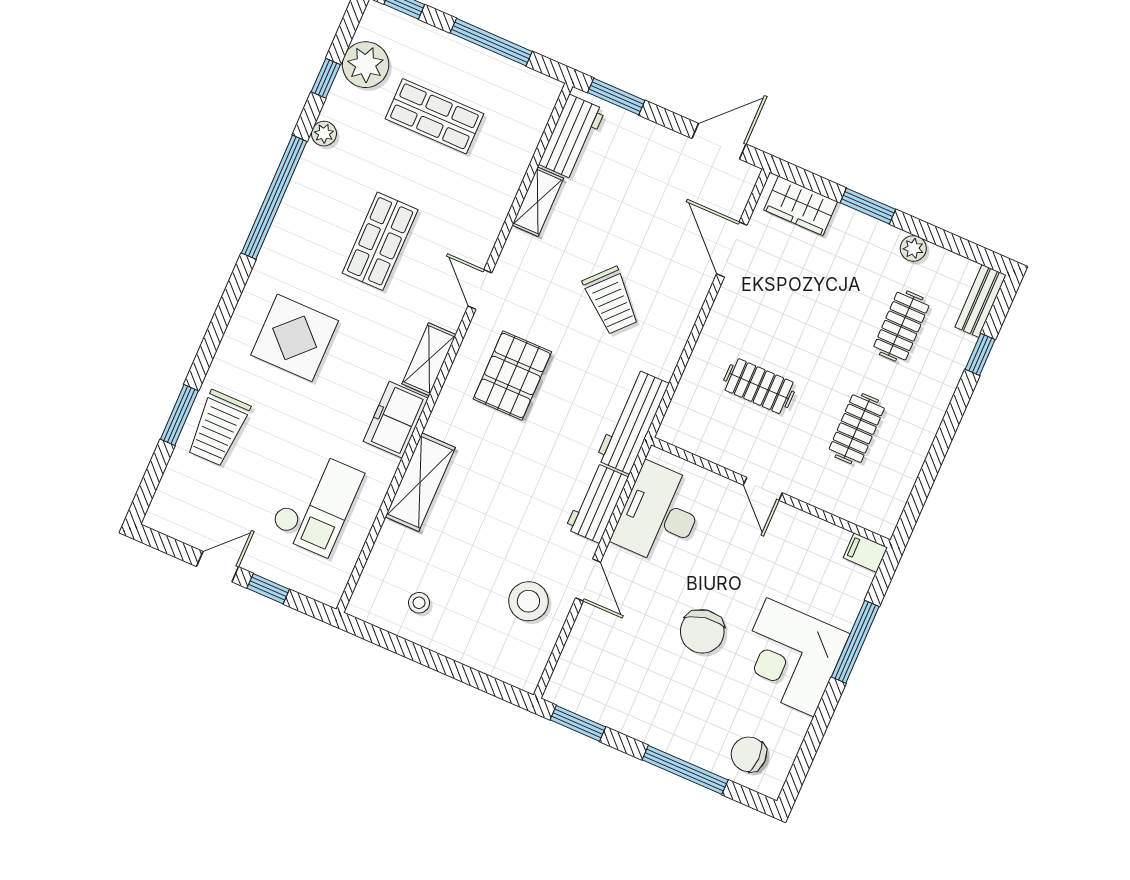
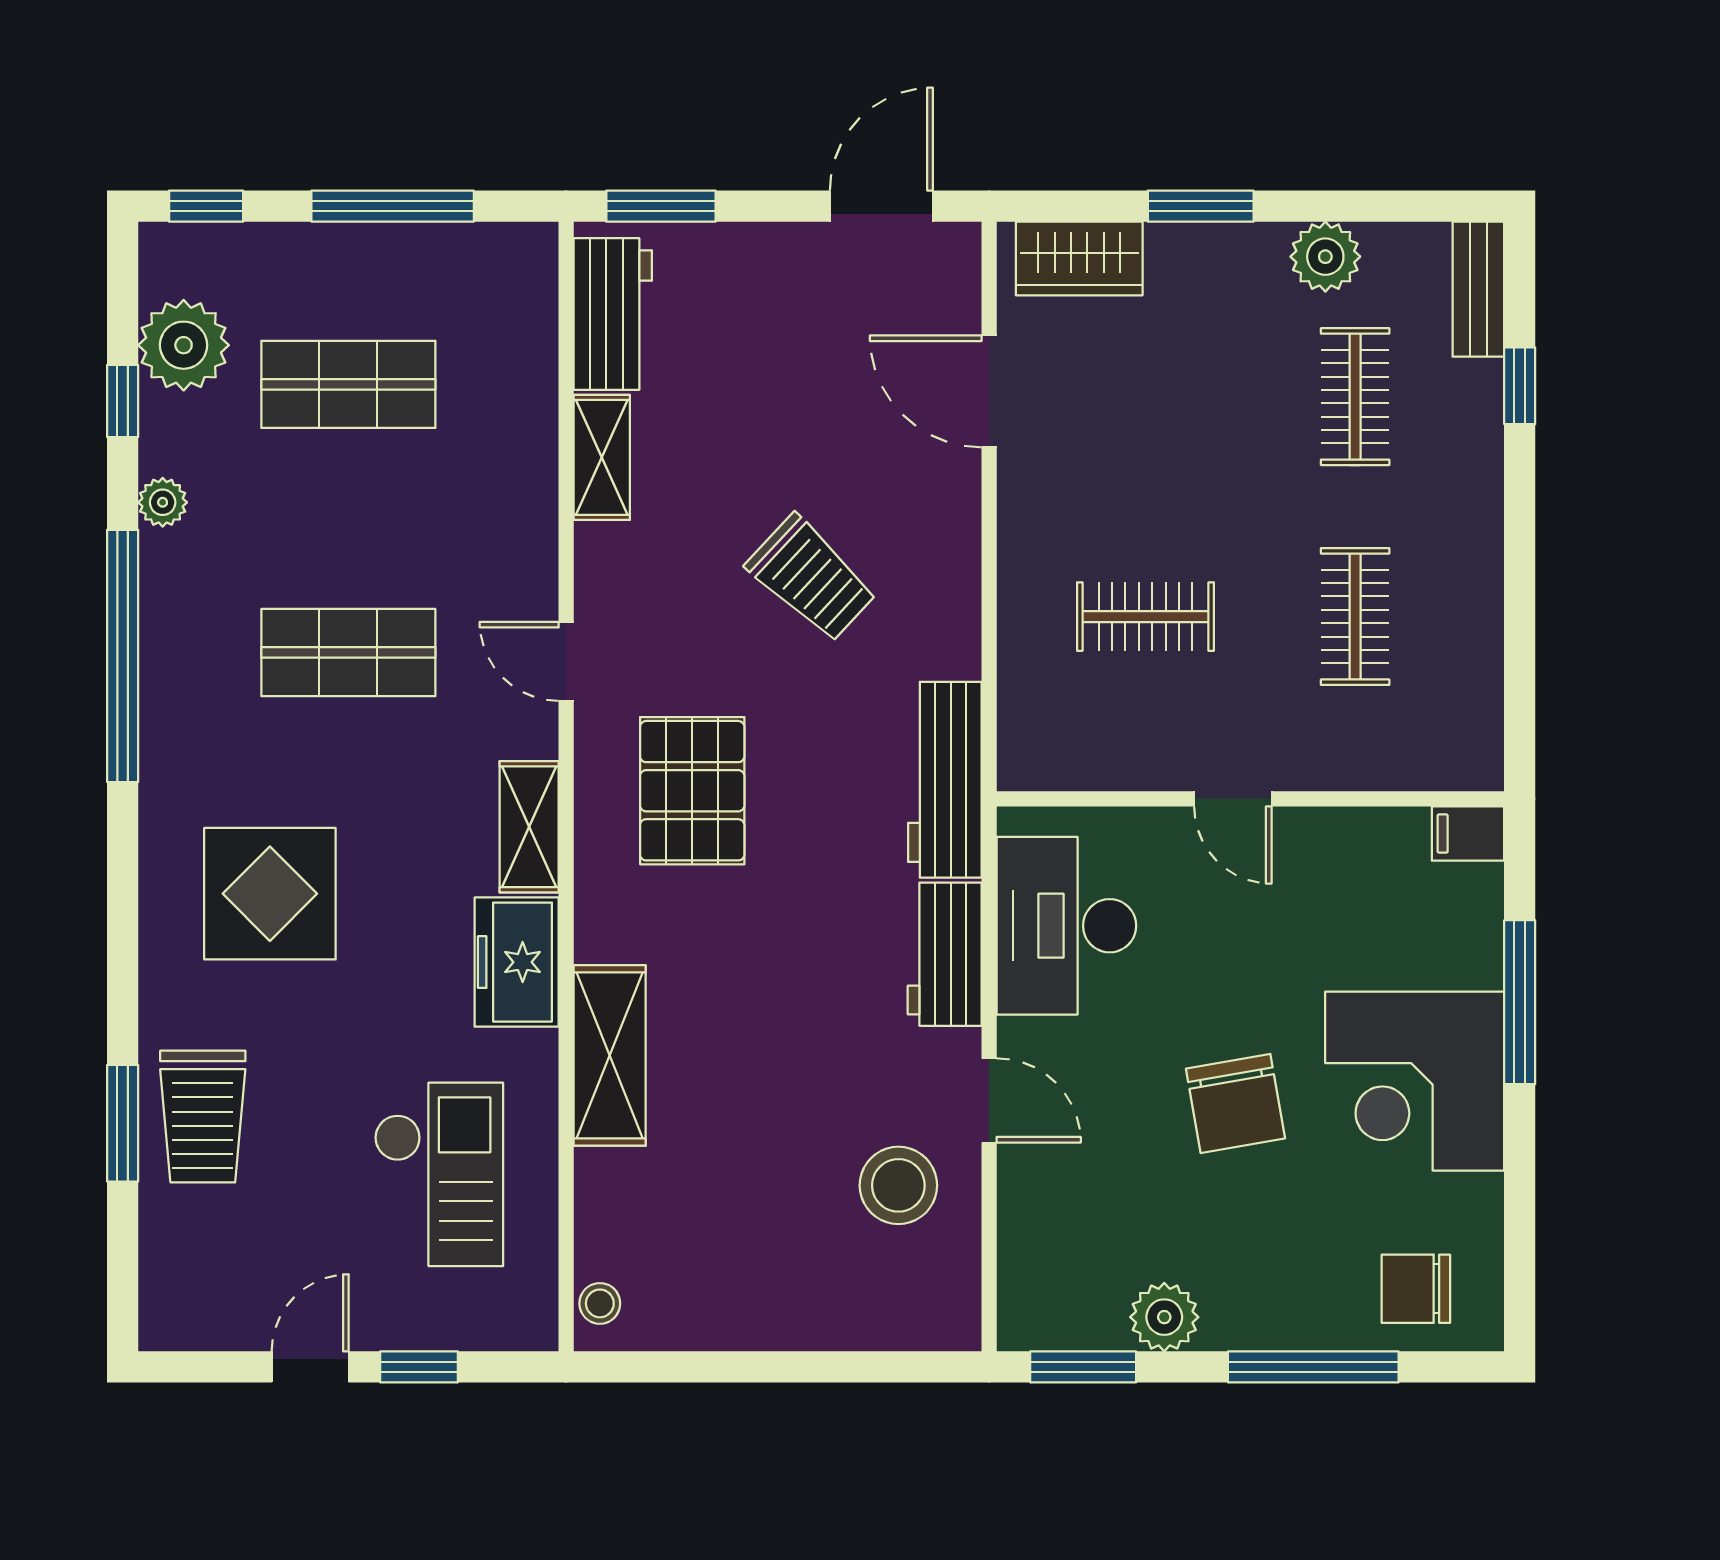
shop shelf: (380, 241) -> (348, 652), turned 90
plant: (913, 248) -> (1325, 257), width x1.38, depth x1.38
stool: (419, 603) -> (600, 1303), moved
plant: (626, 717) -> (1164, 1317), added

